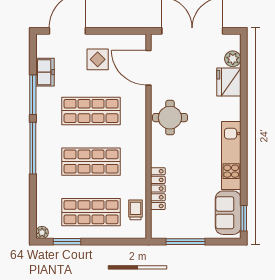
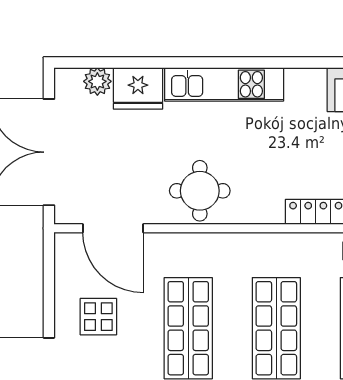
door: (148, 68) -> (113, 228), hinge flipped
kitchen unit: (231, 155) -> (224, 84), moved

